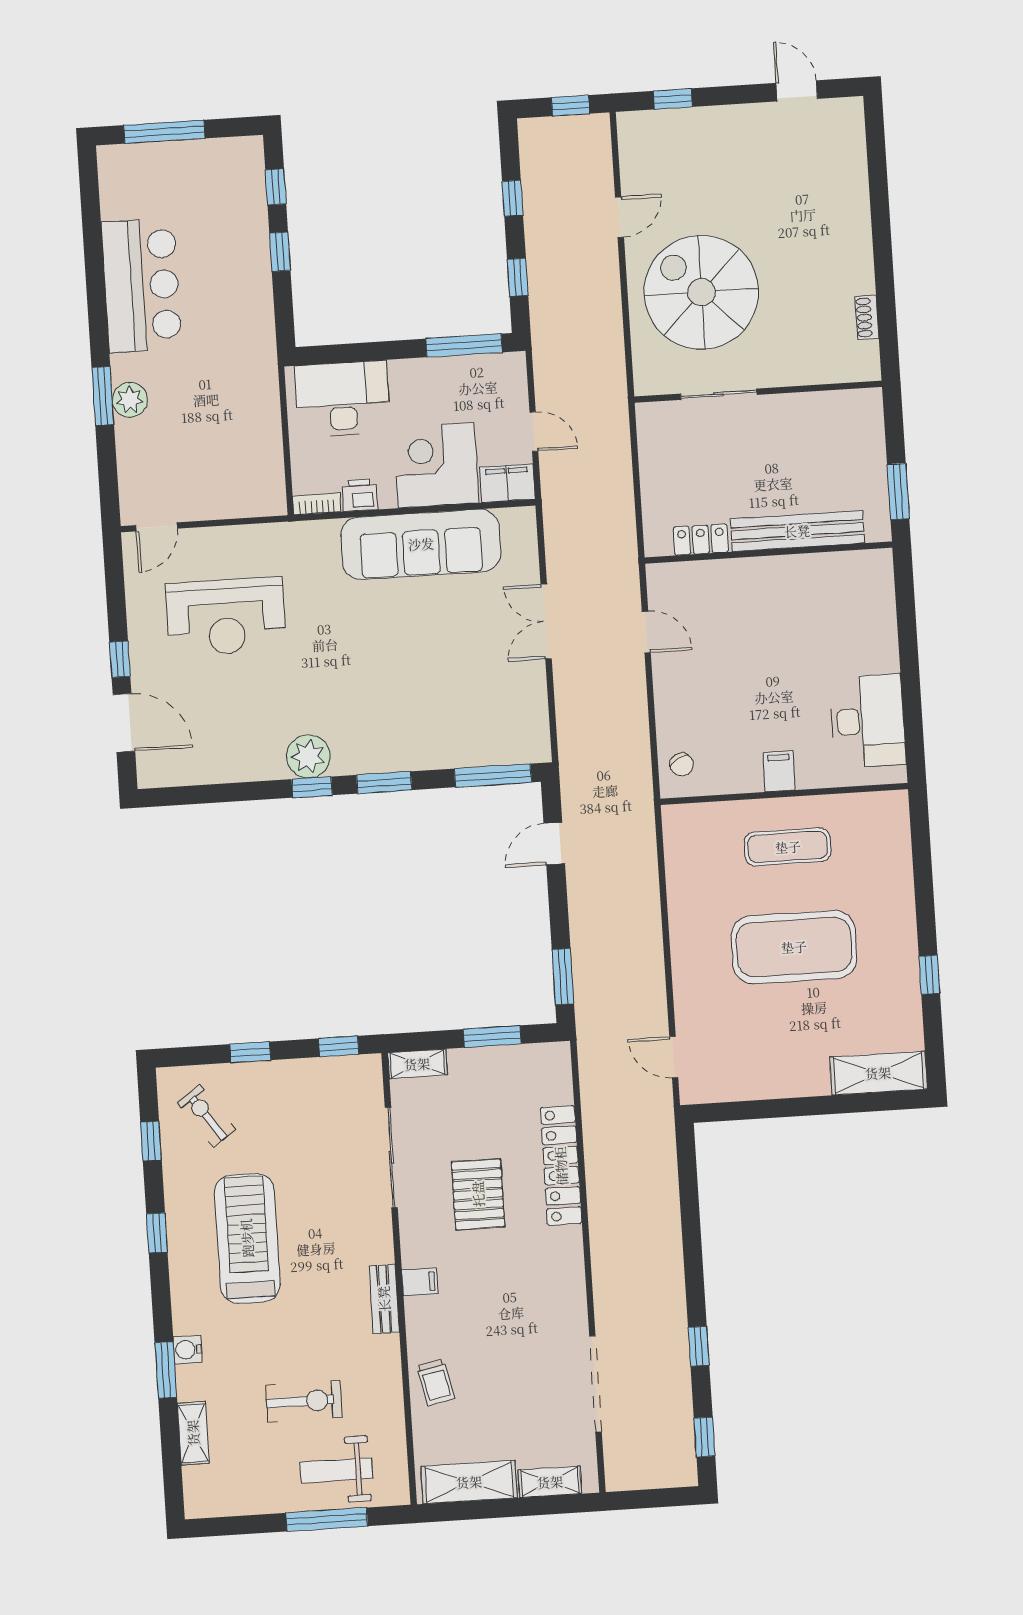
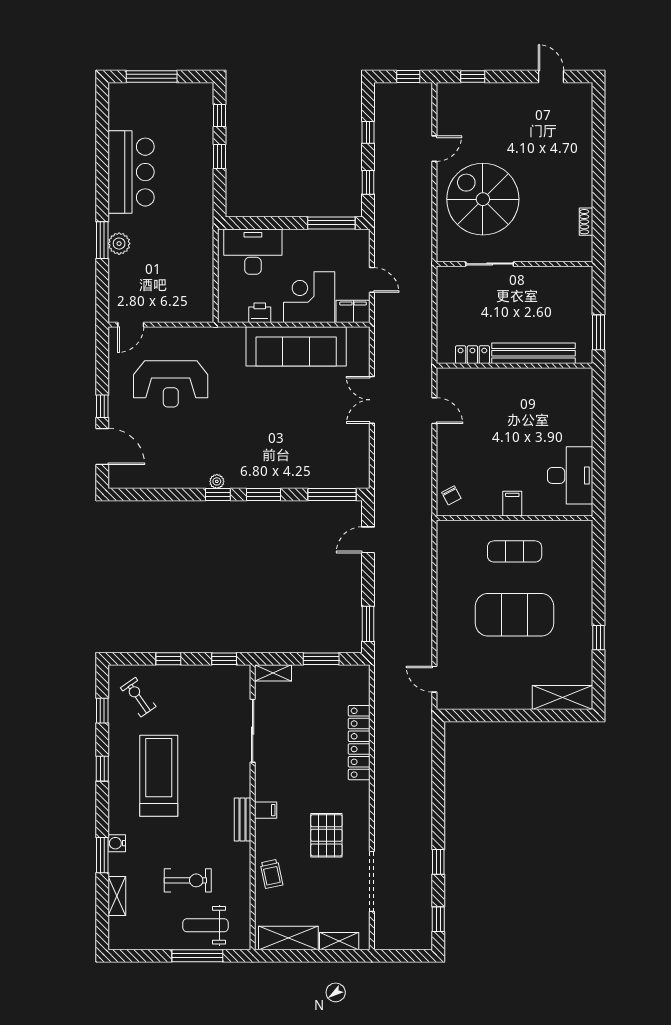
bookcase: (317, 504) -> (232, 317), removed
plant: (308, 756) -> (217, 481), width x0.53, depth x0.53
pallet: (478, 1194) -> (326, 835), moved

